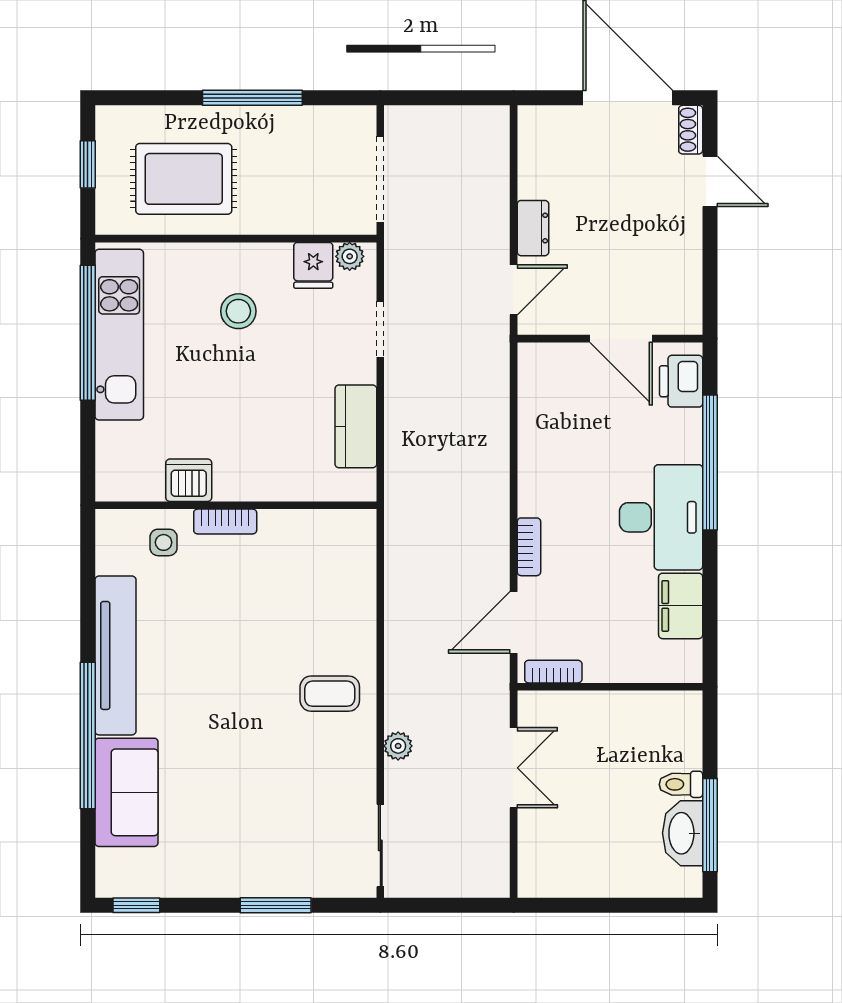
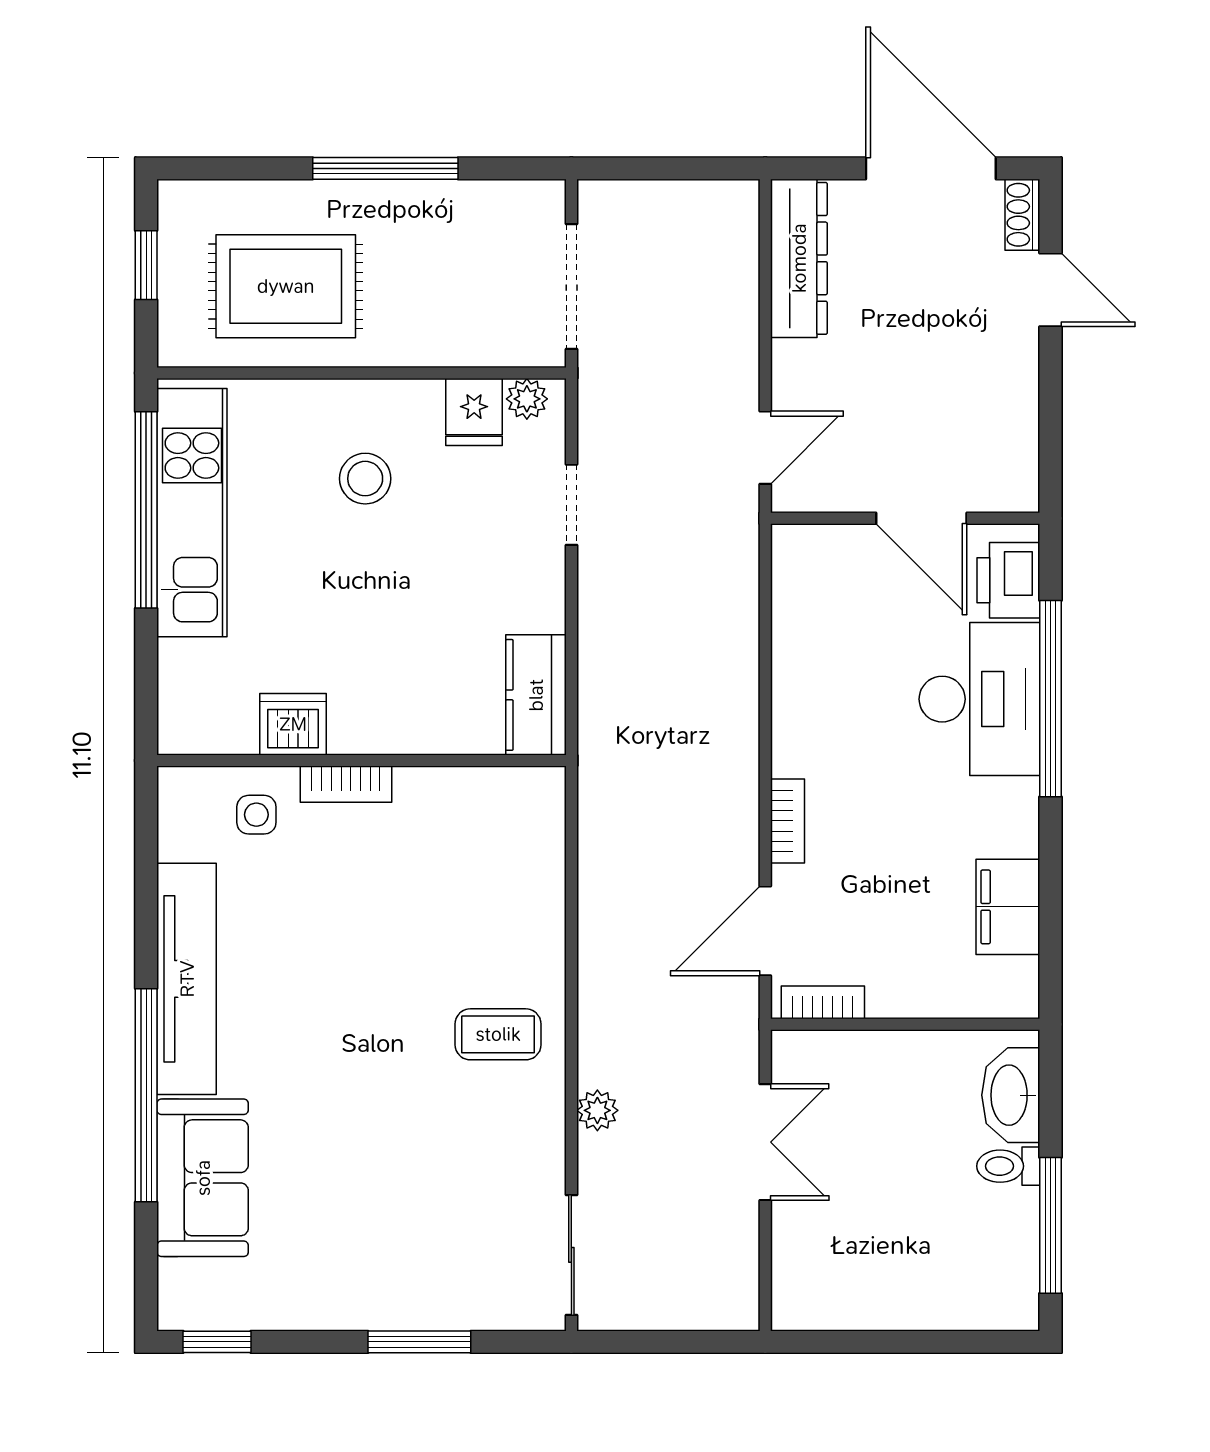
dresser: (533, 228) -> (799, 258), moved, width x1.96, depth x1.24
kitchen counter: (356, 426) -> (536, 695), moved
desk: (661, 517) -> (979, 699), moved
washbasin: (683, 833) -> (1011, 1095), moved

